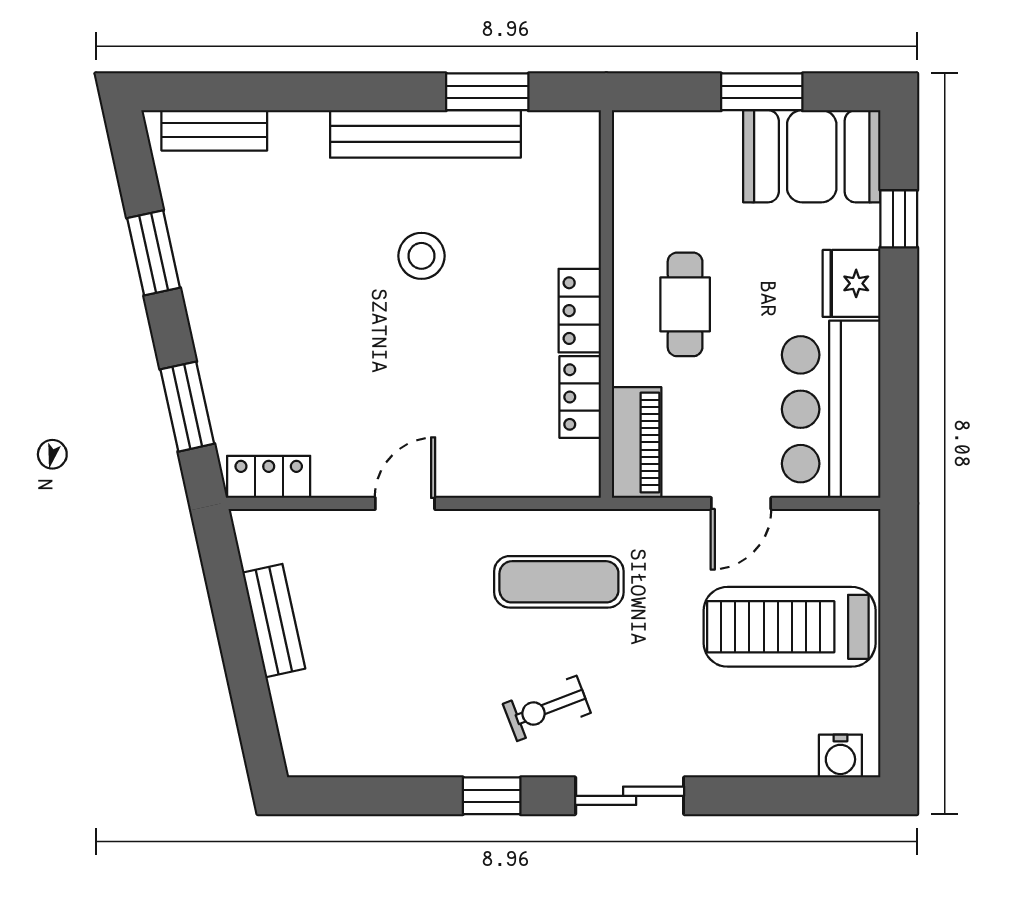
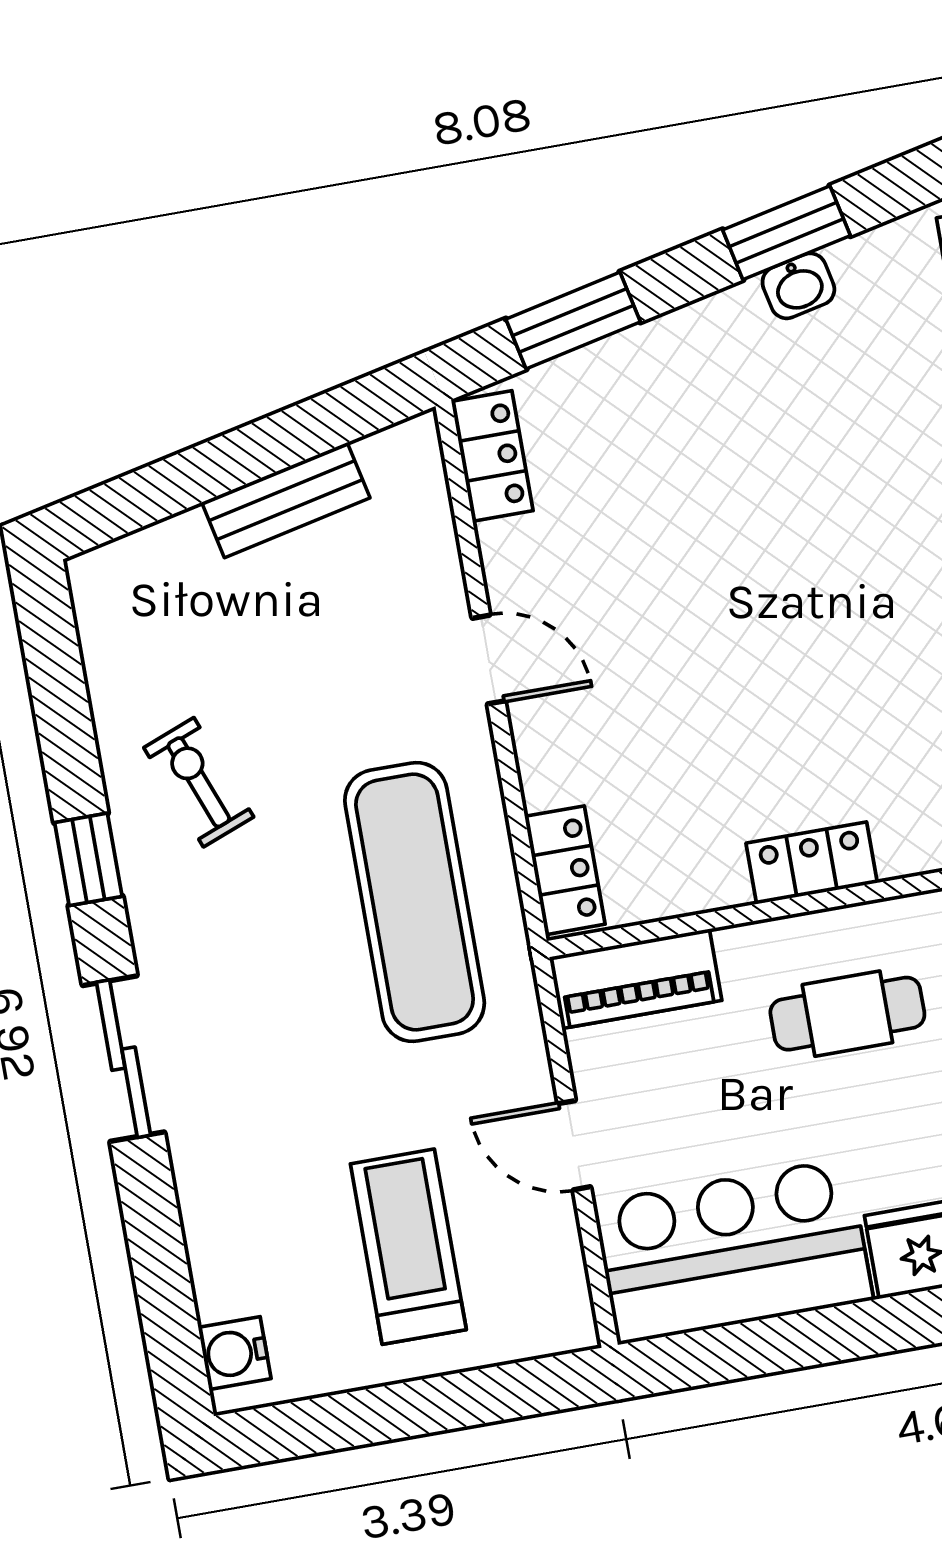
washbasin: (191, 251) -> (798, 286), added
stool: (421, 256) -> (850, 620), removed
locker: (580, 397) -> (565, 870), moved, turned 90
exercise mat: (559, 582) -> (415, 902), width x1.36, depth x1.45
treadmill: (790, 627) -> (408, 1247), width x0.73, depth x0.73
exercise bike: (547, 708) -> (199, 782), moved

